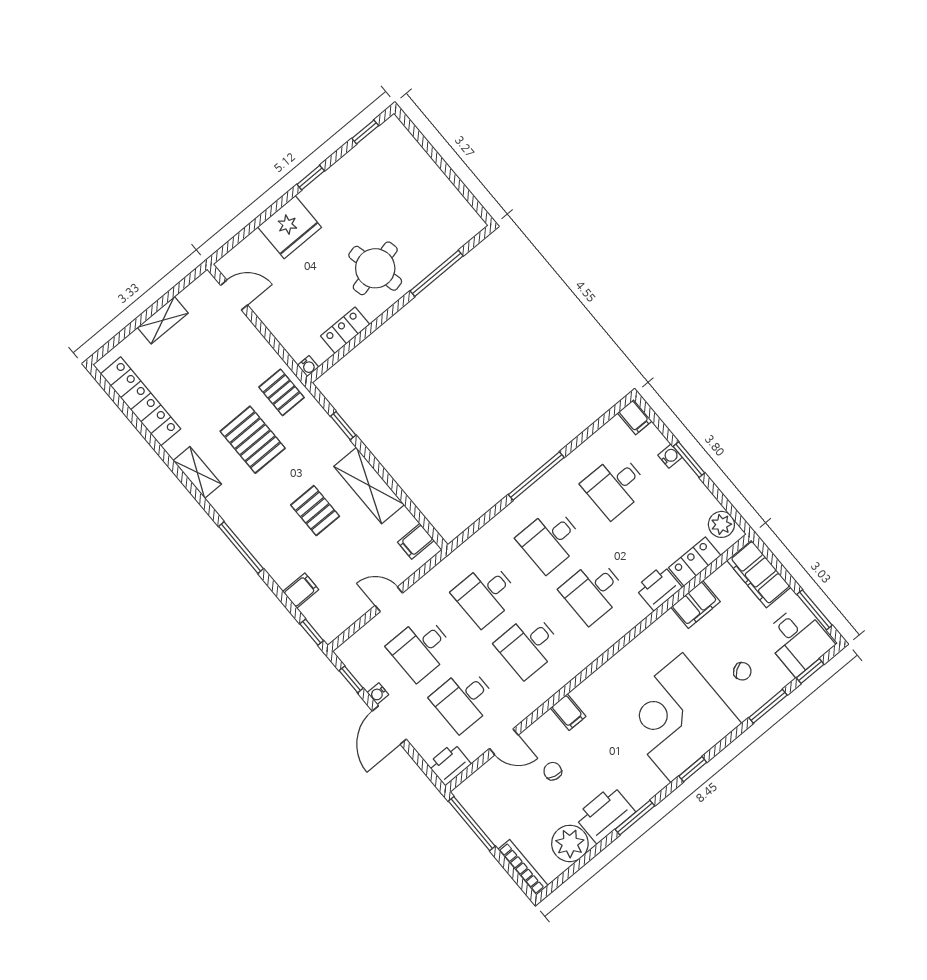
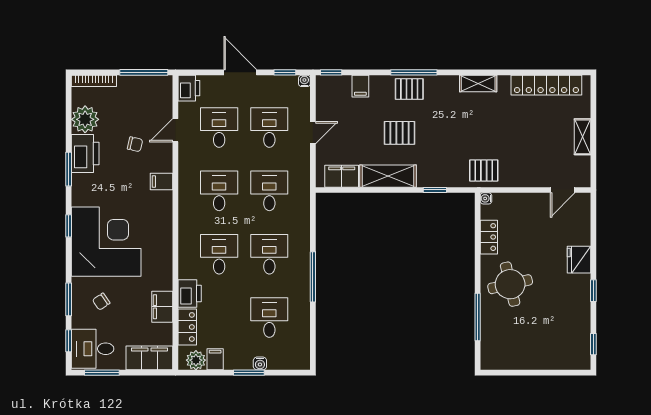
fridge: (290, 227) -> (579, 260), width x0.73, depth x0.75
filing cabinet: (635, 417) -> (215, 359), moved, turned 90
pallet: (253, 440) -> (409, 89), moved, width x0.67, depth x0.71
filing cabinet: (416, 541) -> (342, 176), width x2.00
water cooler: (378, 694) -> (304, 81), moved

